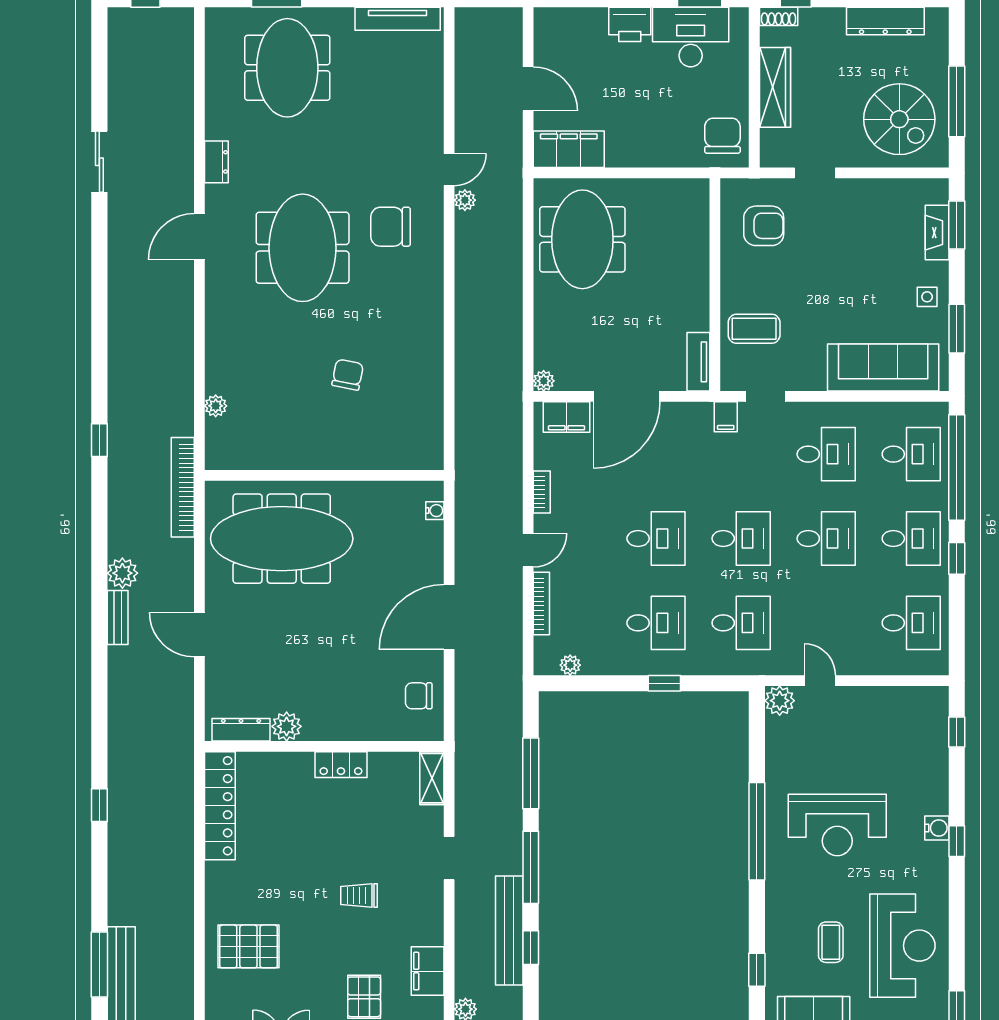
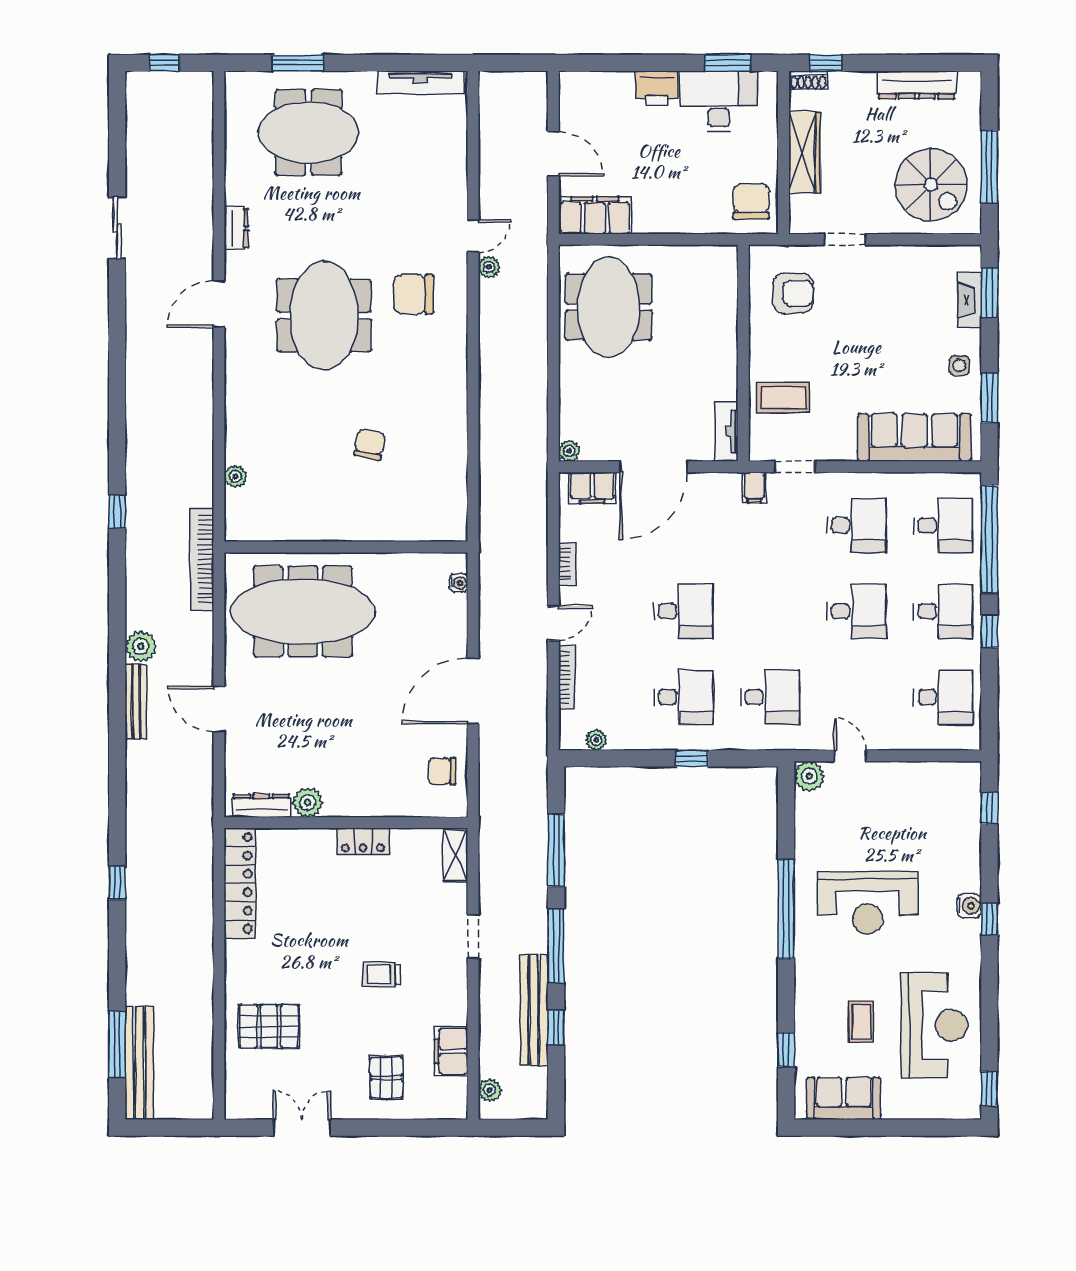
meeting table: (287, 68) -> (308, 132), turned 90
desk: (741, 538) -> (770, 611), removed
bench: (118, 617) -> (136, 702), width x1.36

